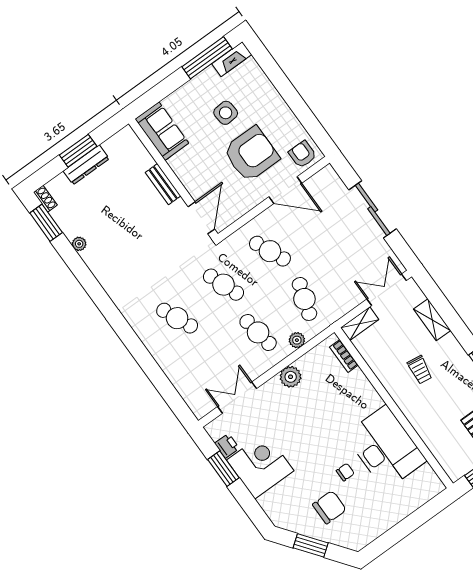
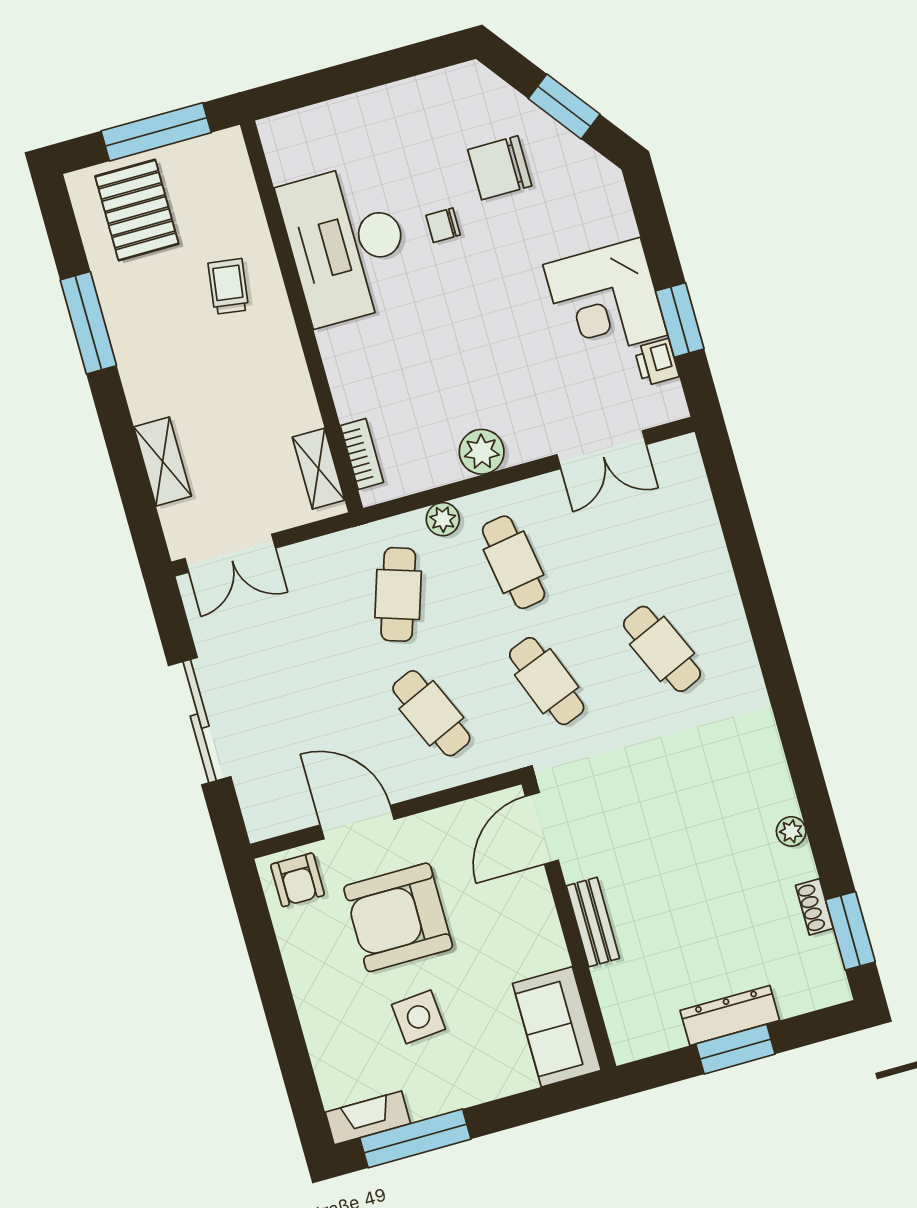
shoe rack: (45, 199) -> (814, 907), moved
plant: (79, 244) -> (791, 831), moved
shelving: (360, 324) -> (318, 469), moved, turned 90
trolley: (420, 370) -> (228, 286), moved

